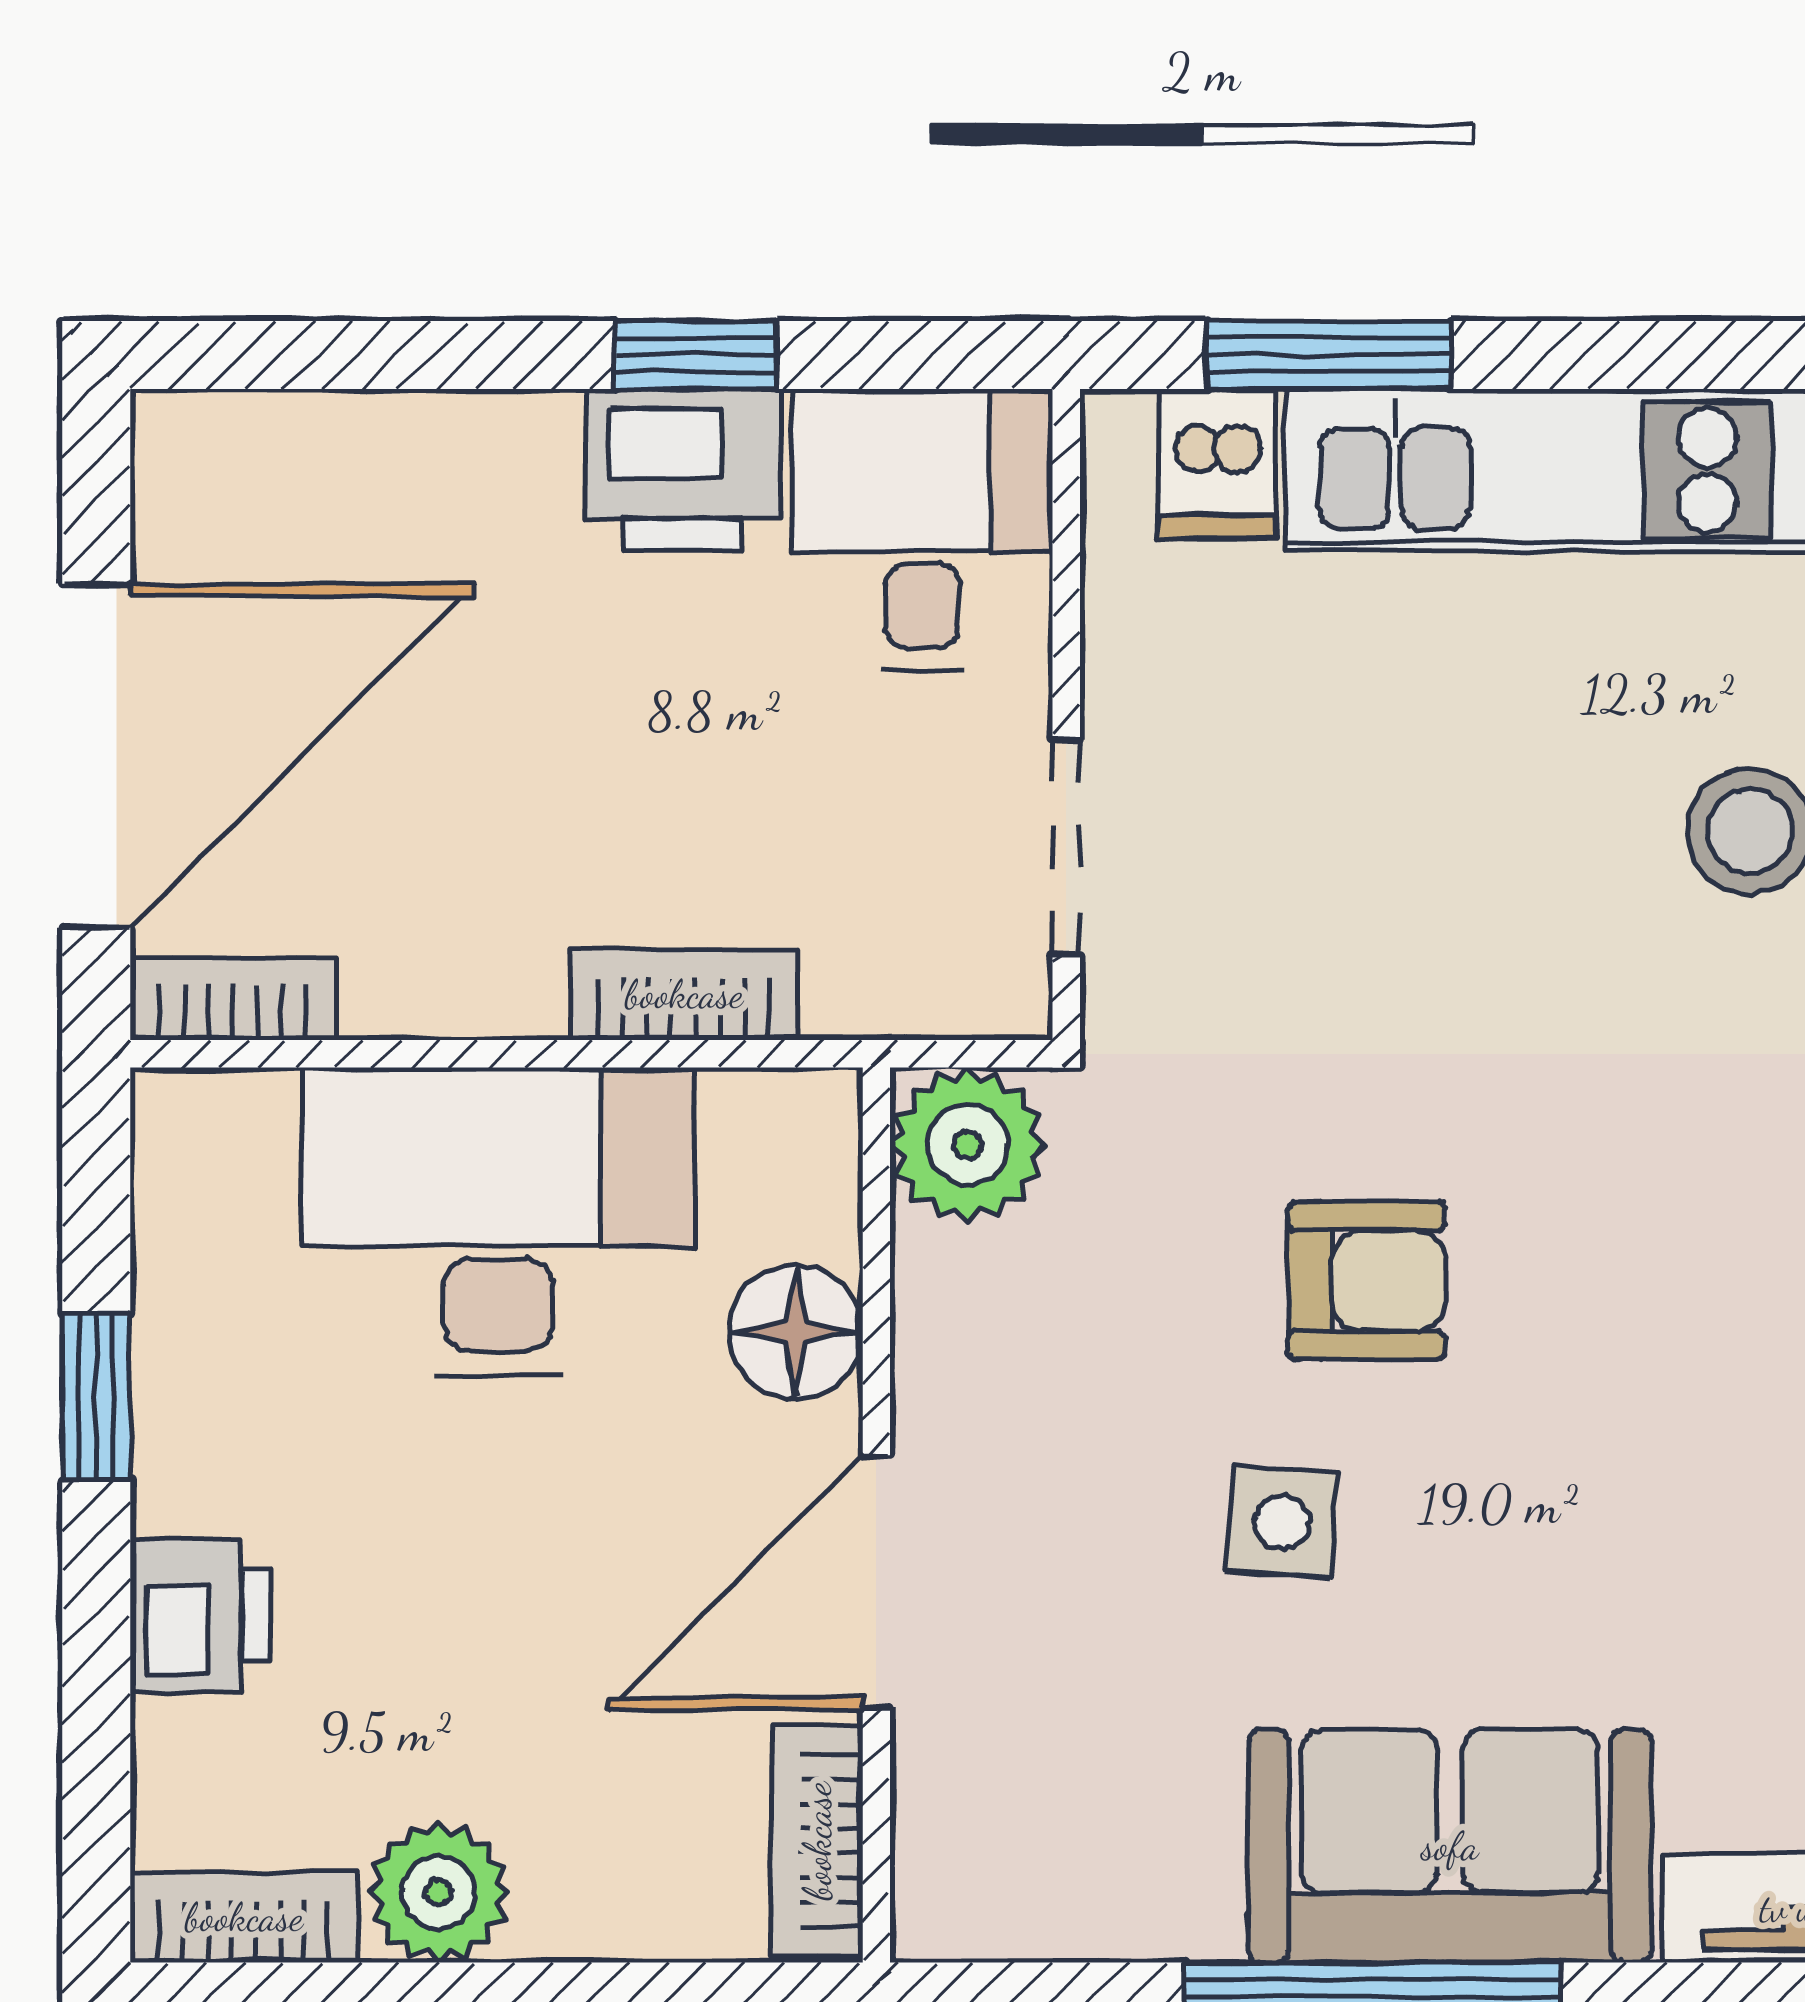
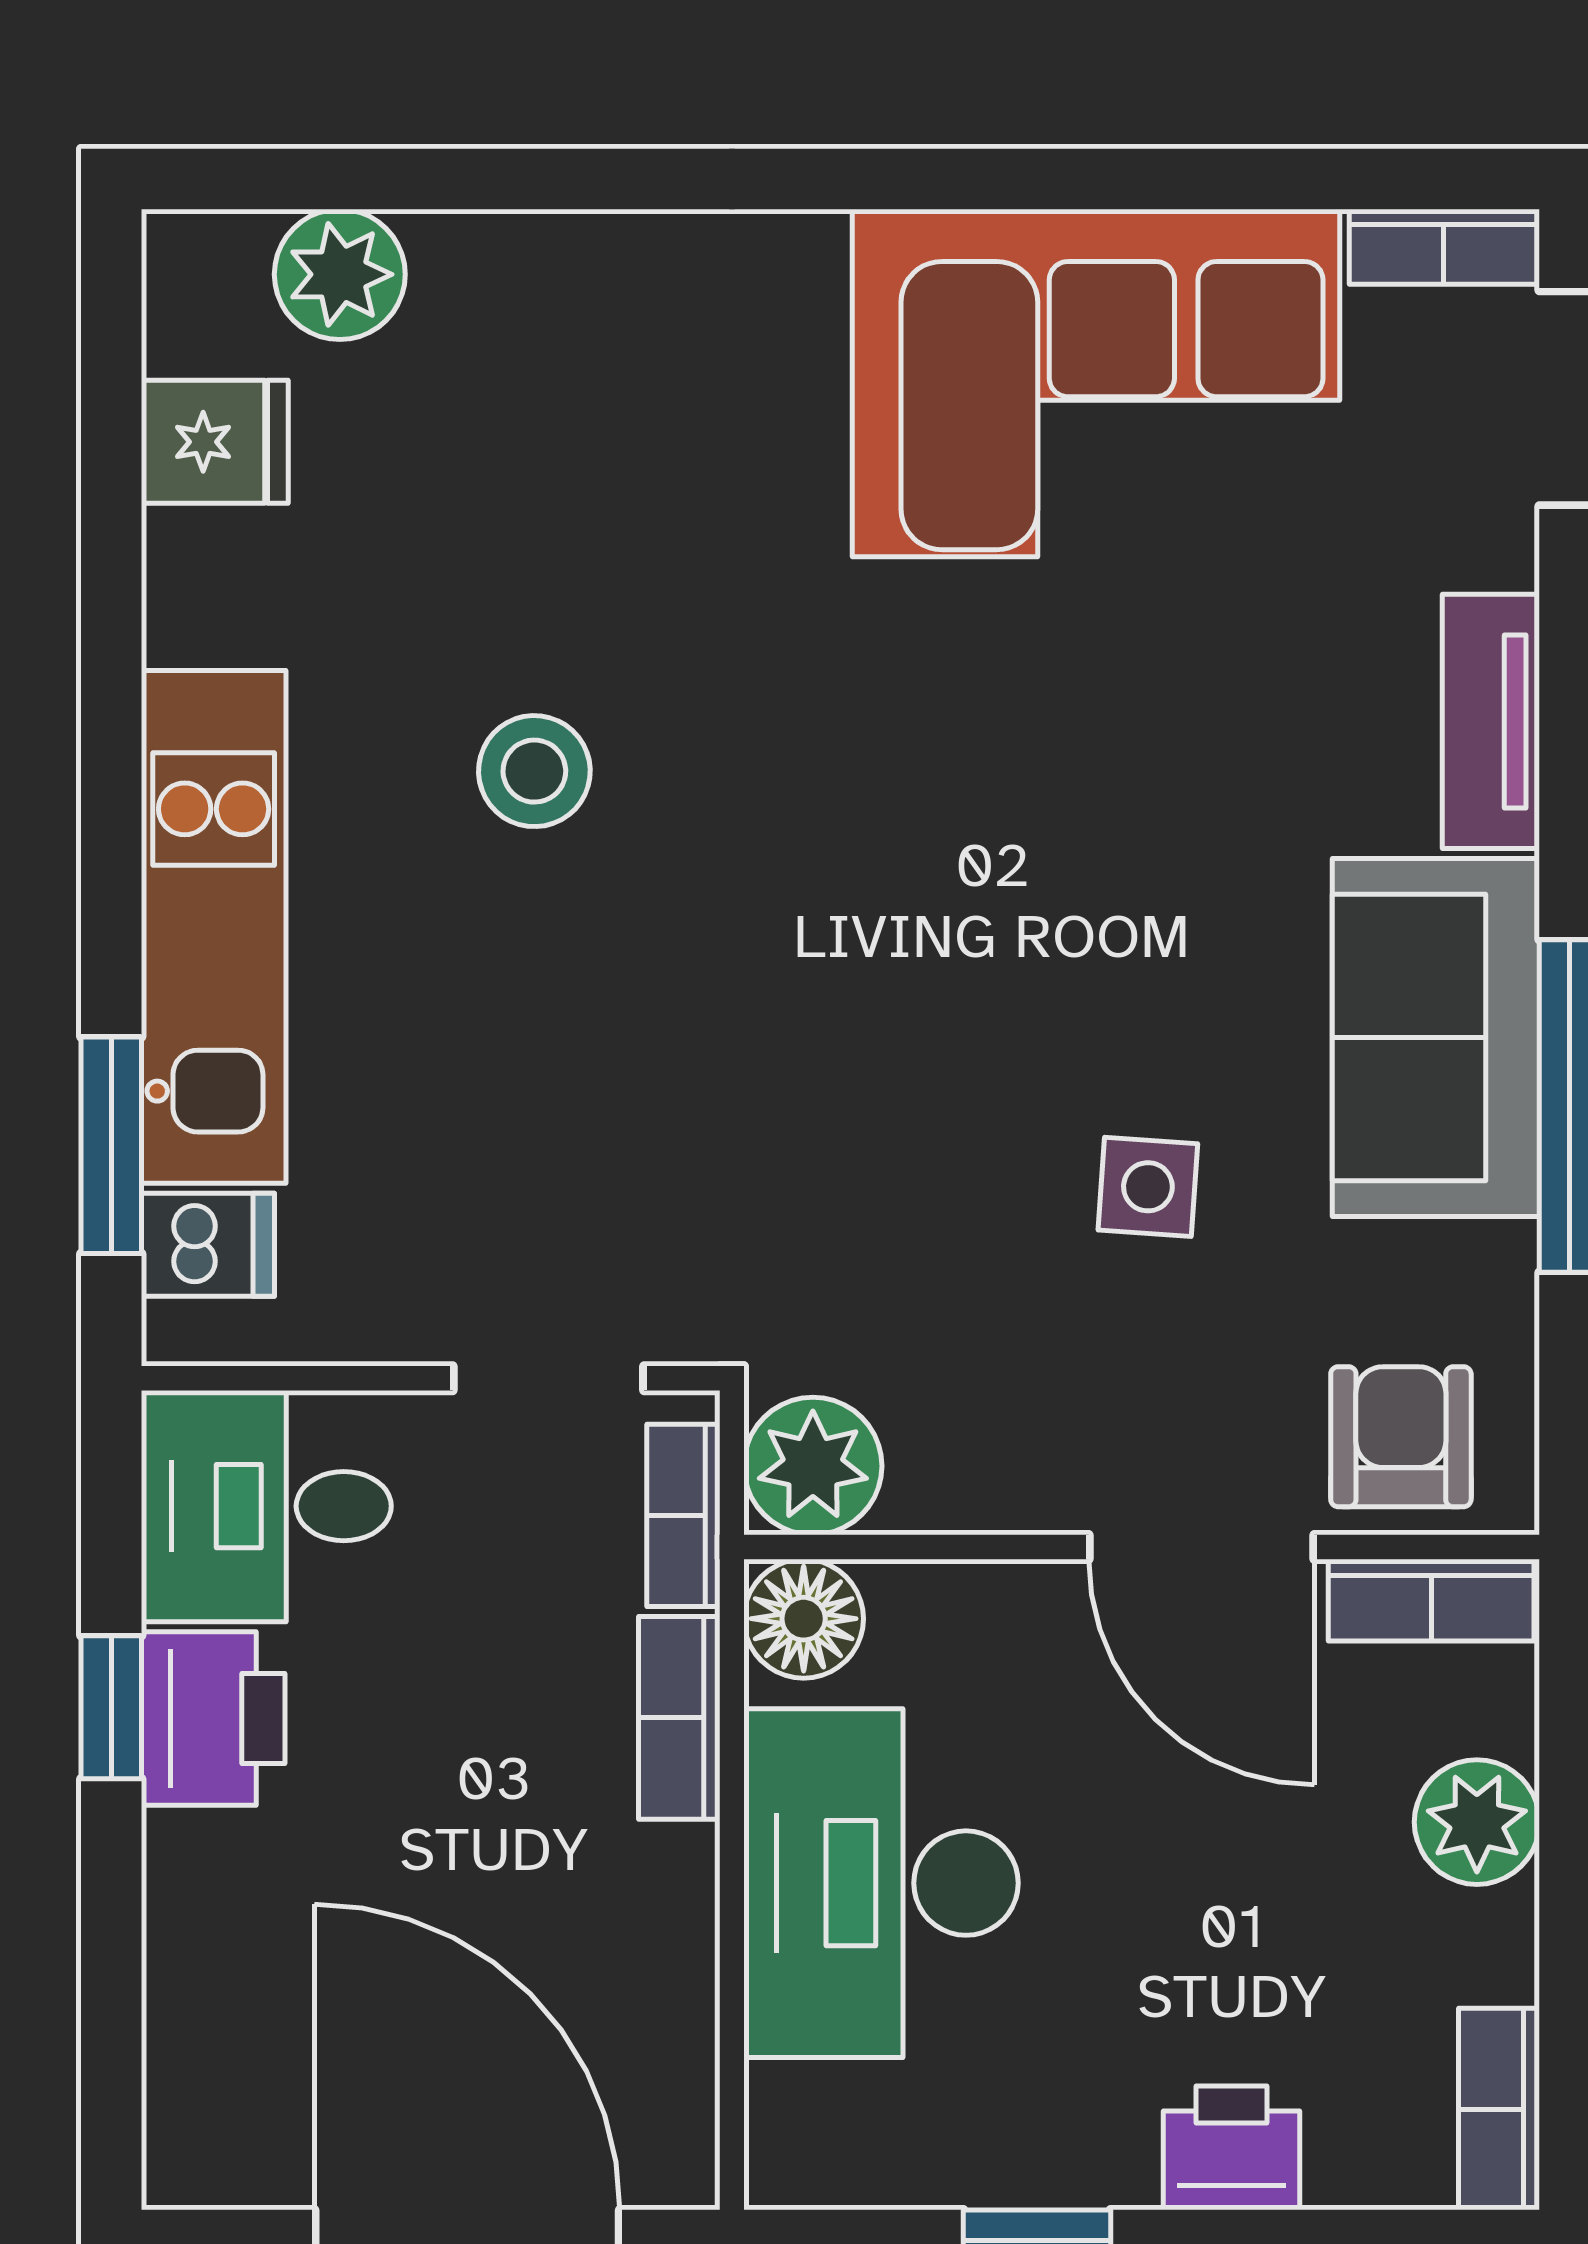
bookcase: (233, 999) -> (683, 1515), moved
armchair: (1367, 1281) -> (1401, 1437), moved
floor lamp: (796, 1332) -> (804, 1619), moved
plant: (438, 1892) -> (1477, 1822), moved

